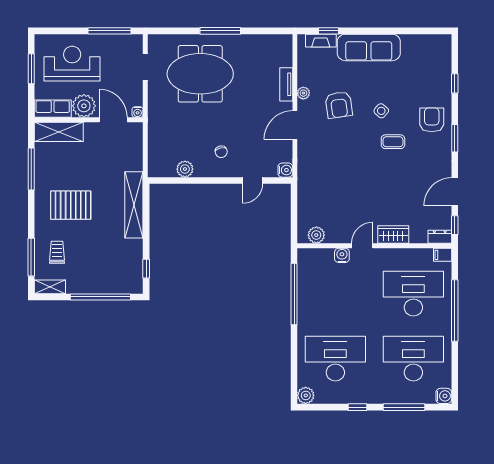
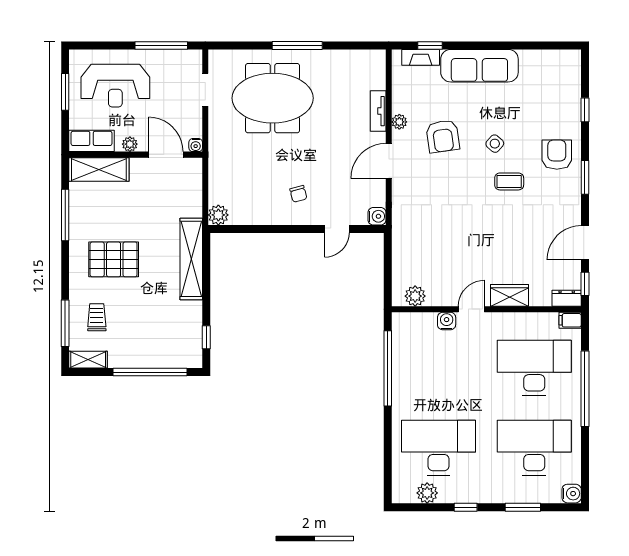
reception desk: (72, 64) -> (115, 86), turned 180
plant: (84, 106) -> (130, 144), width x0.53, depth x0.53
plant: (185, 169) -> (218, 215), moved
plant: (306, 395) -> (427, 493), moved
window: (404, 407) -> (523, 507), width x0.69

